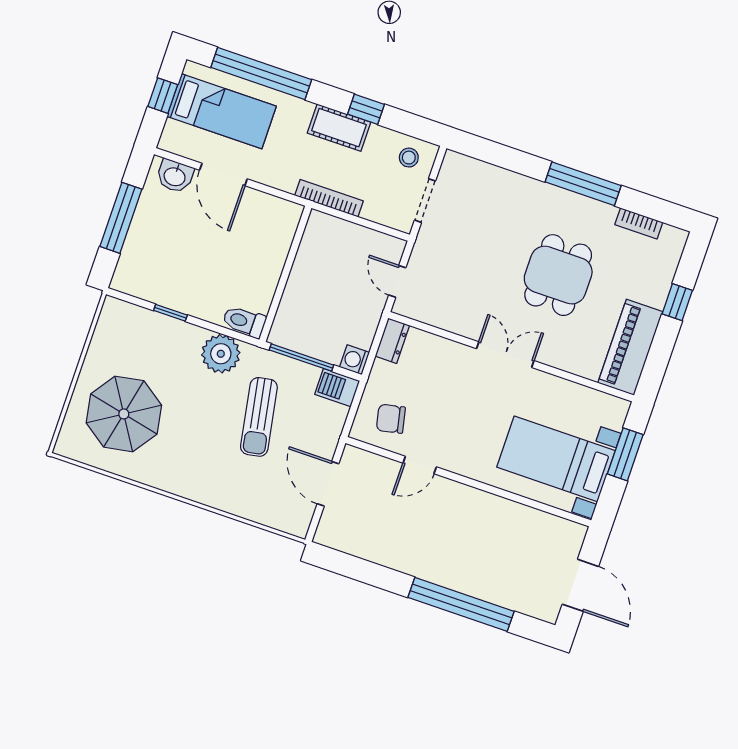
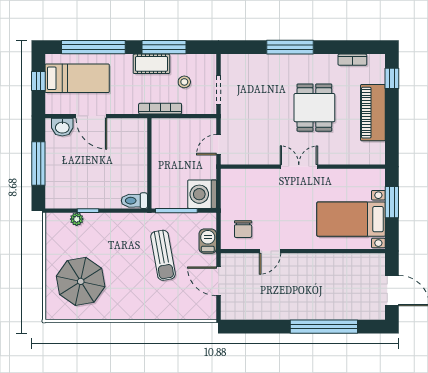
window: (366, 109) -> (164, 47), width x2.17
stool: (409, 158) -> (184, 82), moved
window: (583, 184) -> (290, 47), moved
door: (397, 281) -> (219, 145), hinge flipped
window: (677, 302) -> (392, 78), moved
dresser: (392, 341) -> (228, 182), removed
piano: (630, 347) -> (373, 113), moved
plant: (221, 354) -> (77, 219), moved, width x0.53, depth x0.53
washing machine: (355, 360) -> (202, 194), width x1.89, depth x1.89
barbecue: (337, 388) -> (208, 241), moved, turned 90
chair: (391, 419) -> (243, 229), turned -78

